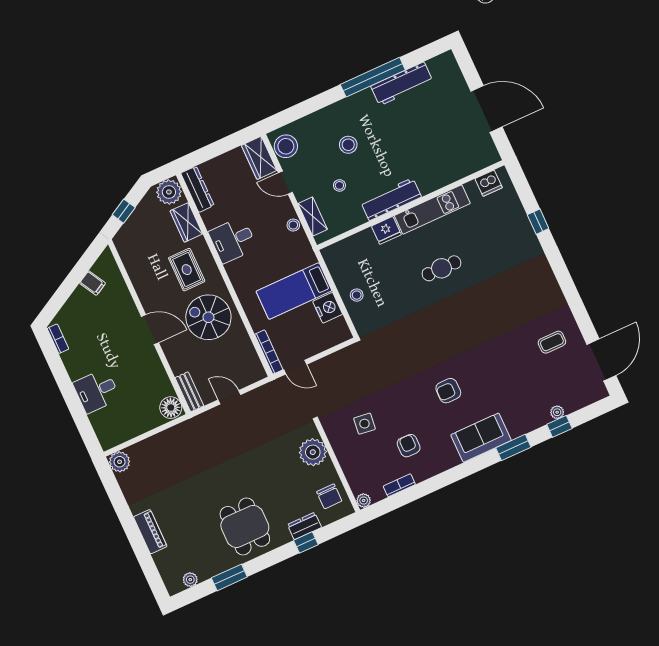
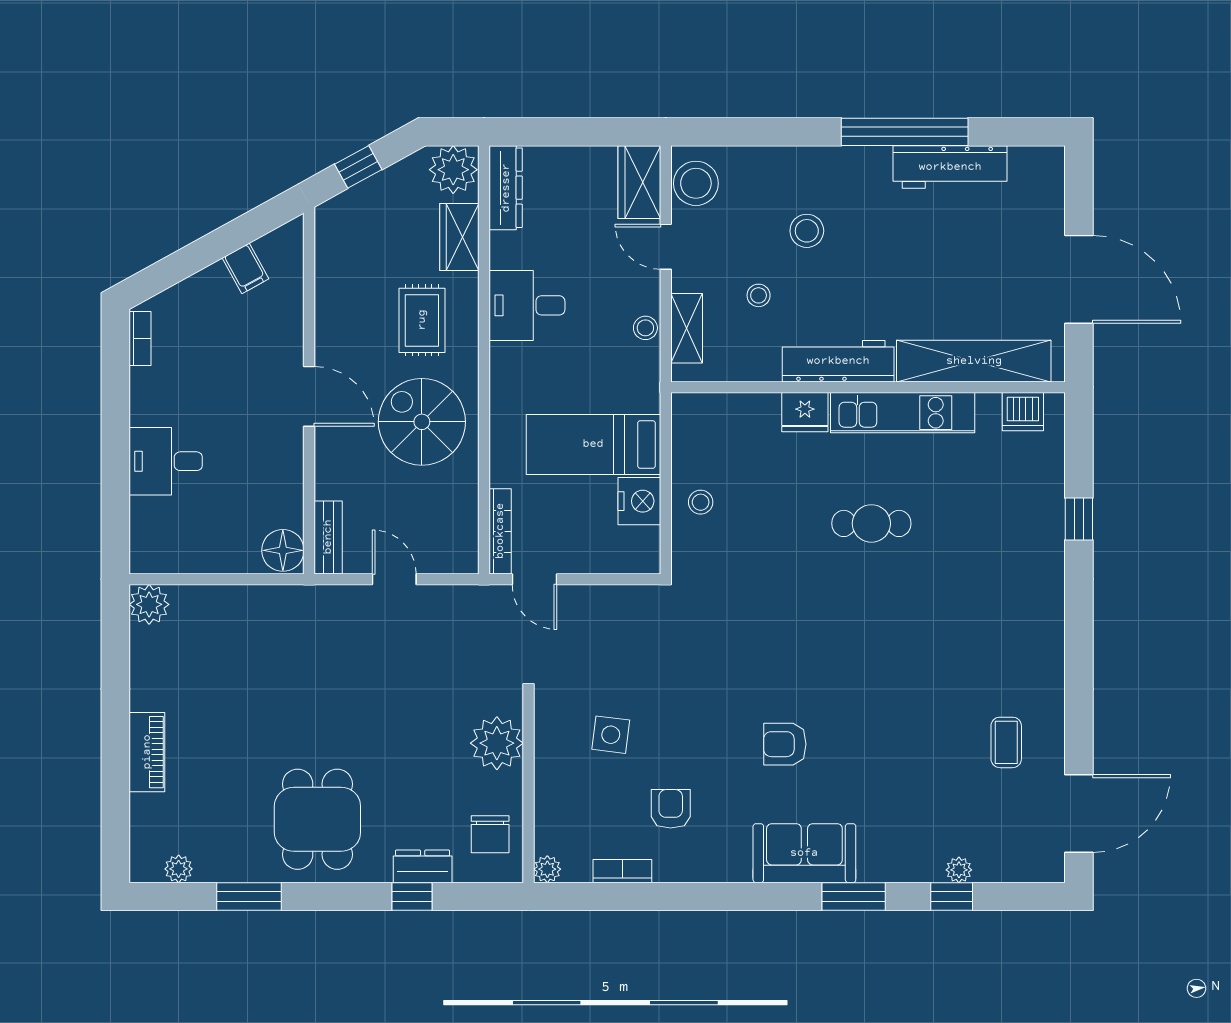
shelving: (455, 170) -> (974, 361), added
coffee table: (552, 342) -> (1006, 742), turned 90

